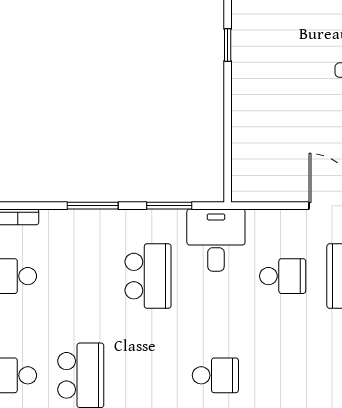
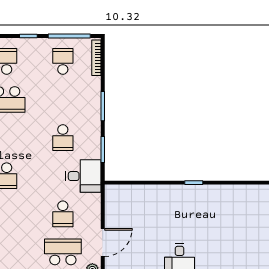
school desk: (148, 276) -> (63, 138), width x0.54

